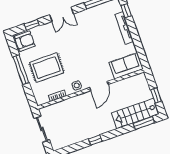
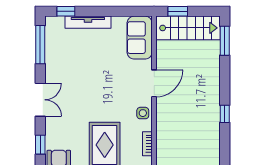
door: (99, 86) -> (154, 83), hinge flipped
window: (156, 95) -> (178, 11), moved
stairs: (135, 114) -> (188, 28), moved, turned -90

